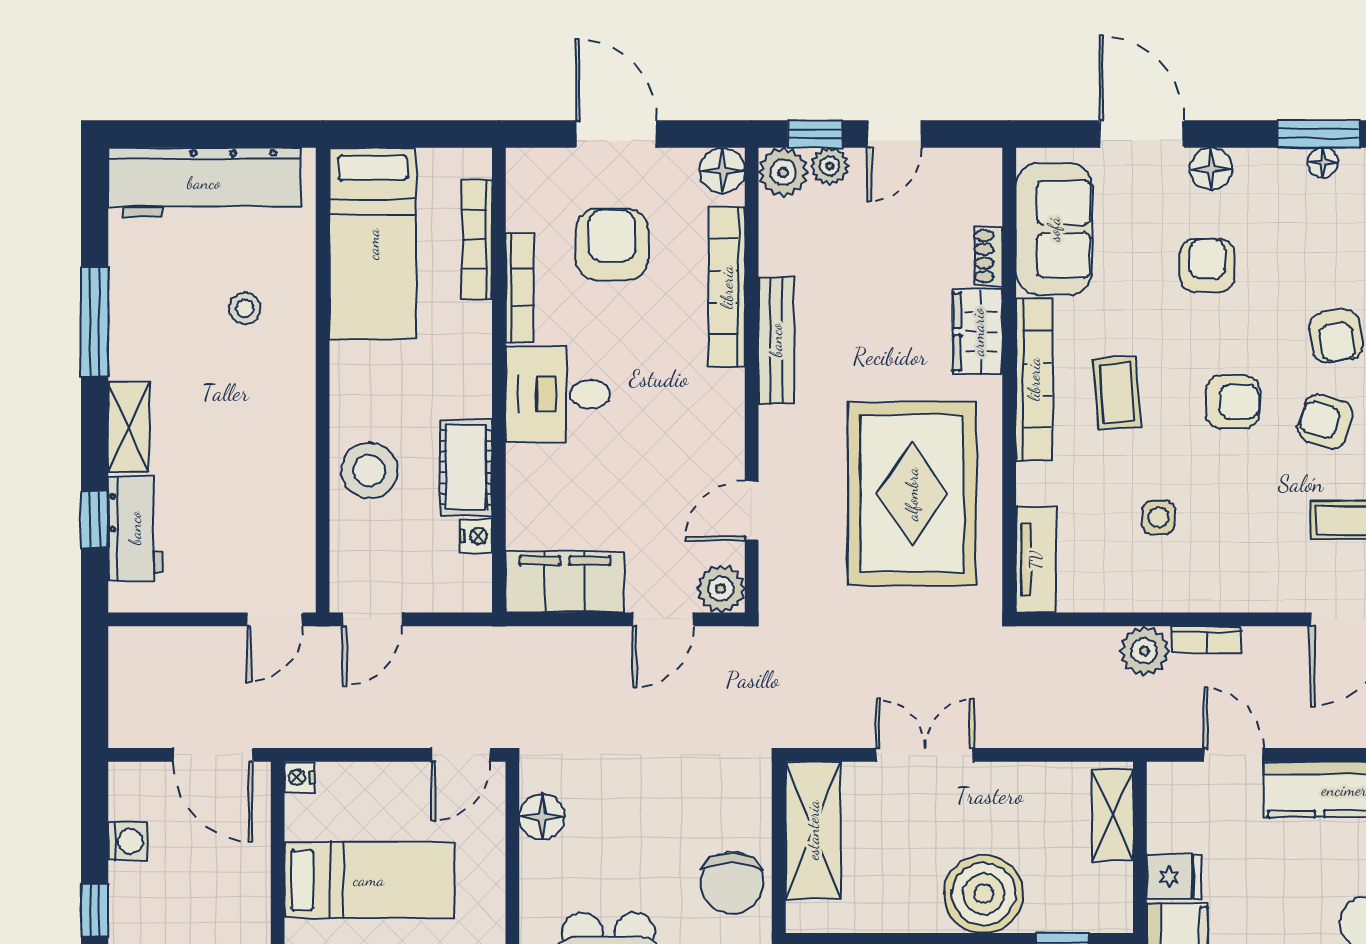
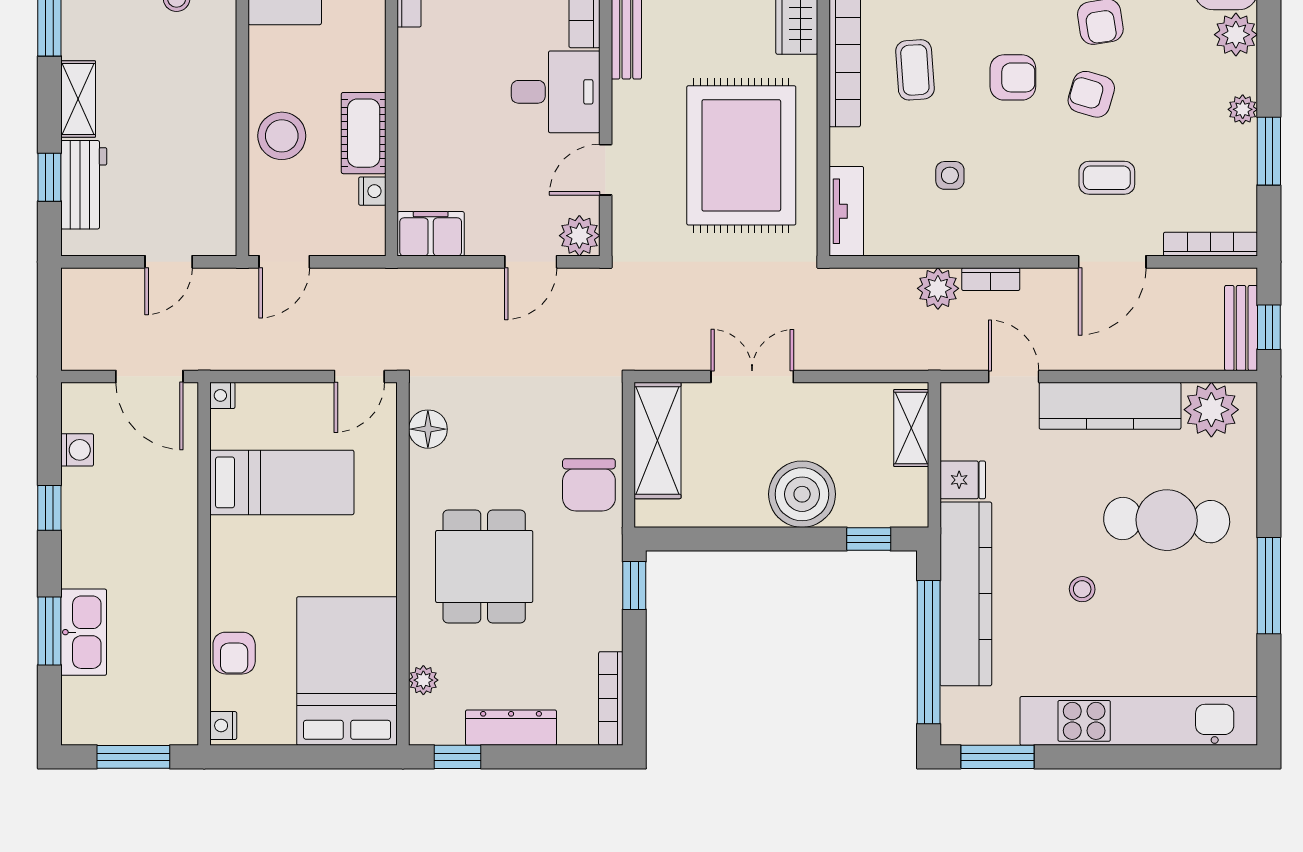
desk: (558, 394) -> (556, 92), moved, turned 180
filing cabinet: (565, 582) -> (431, 234), width x0.67, depth x0.86
door: (275, 619) -> (169, 262), moved

